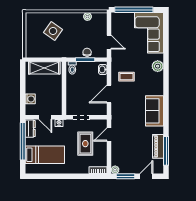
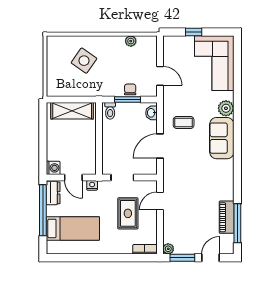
window: (134, 10) -> (194, 32), width x0.32
washing machine: (30, 99) -> (53, 168), moved
sofa: (155, 111) -> (222, 138), moved

